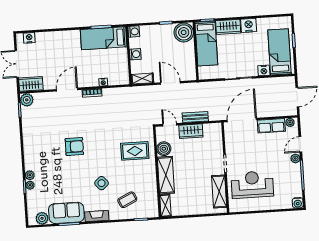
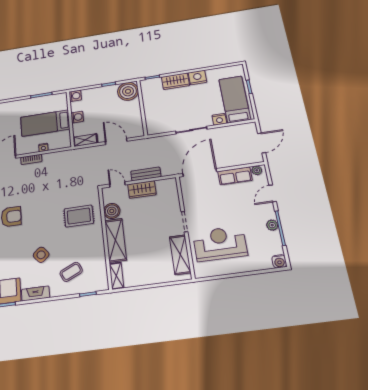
bed: (104, 38) -> (45, 123), moved
bed: (206, 43) -> (153, 99), removed
plant: (295, 159) -> (272, 225), moved

